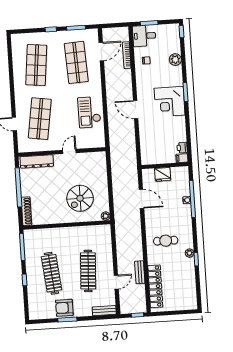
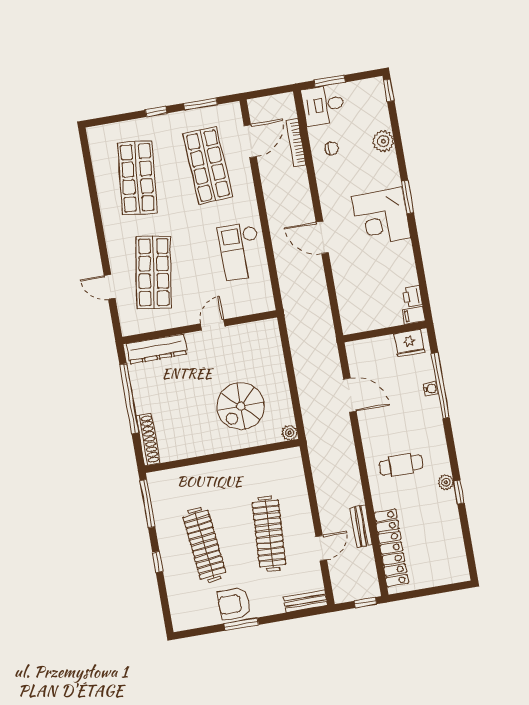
fridge: (163, 174) -> (409, 343), moved

